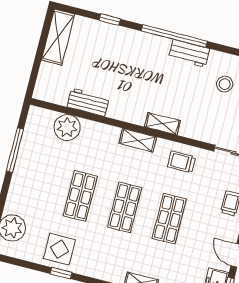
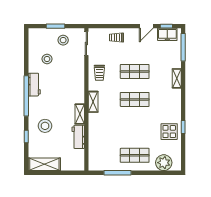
stool: (119, 54) -> (45, 126), added
shelving: (162, 124) -> (80, 114), moved
plant: (67, 128) -> (96, 145), removed
shop shelf: (80, 196) -> (135, 155), moved

